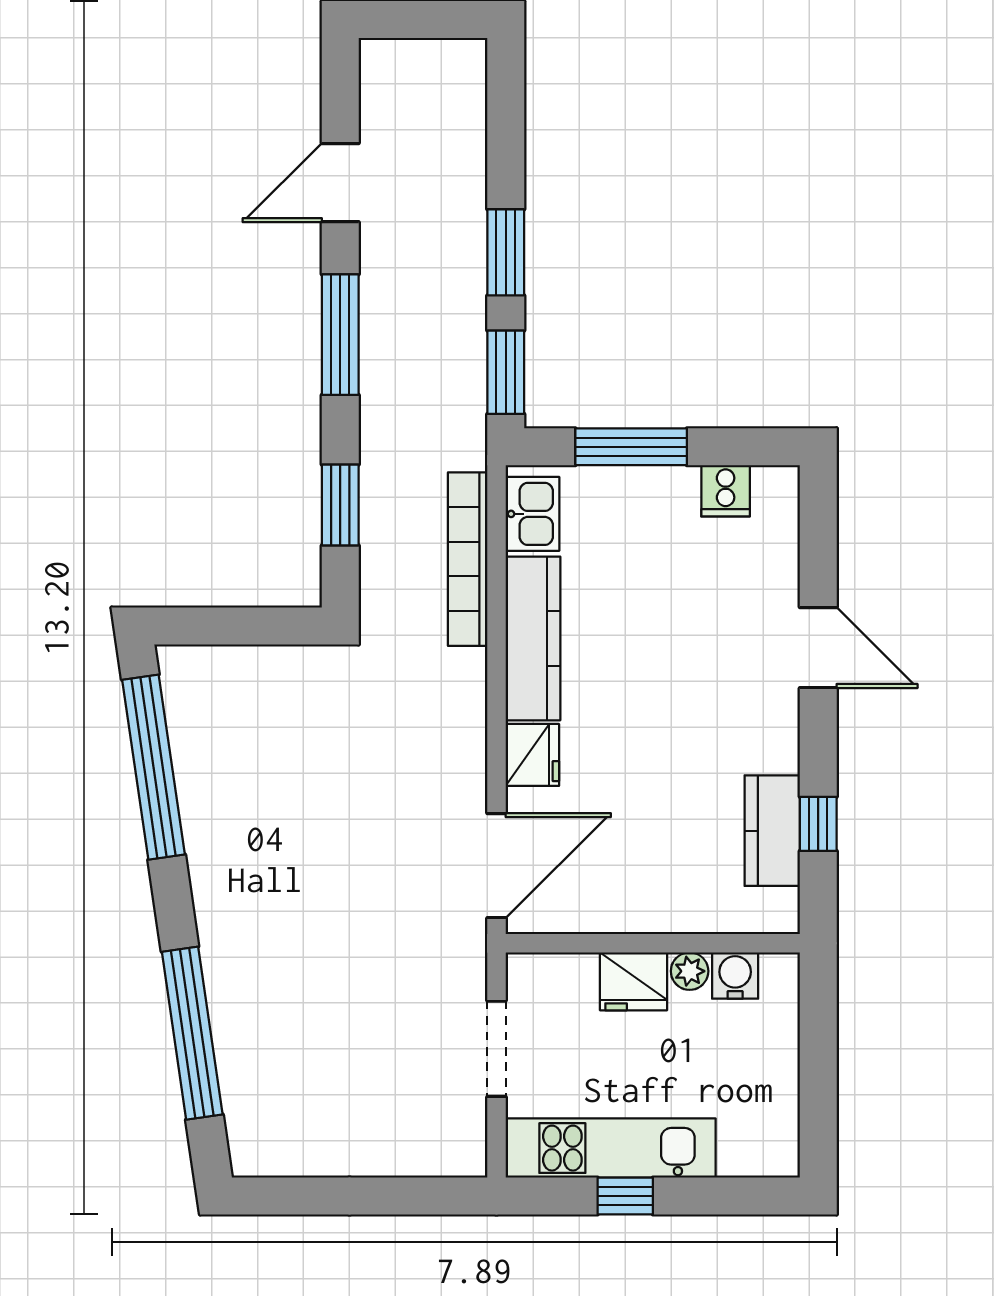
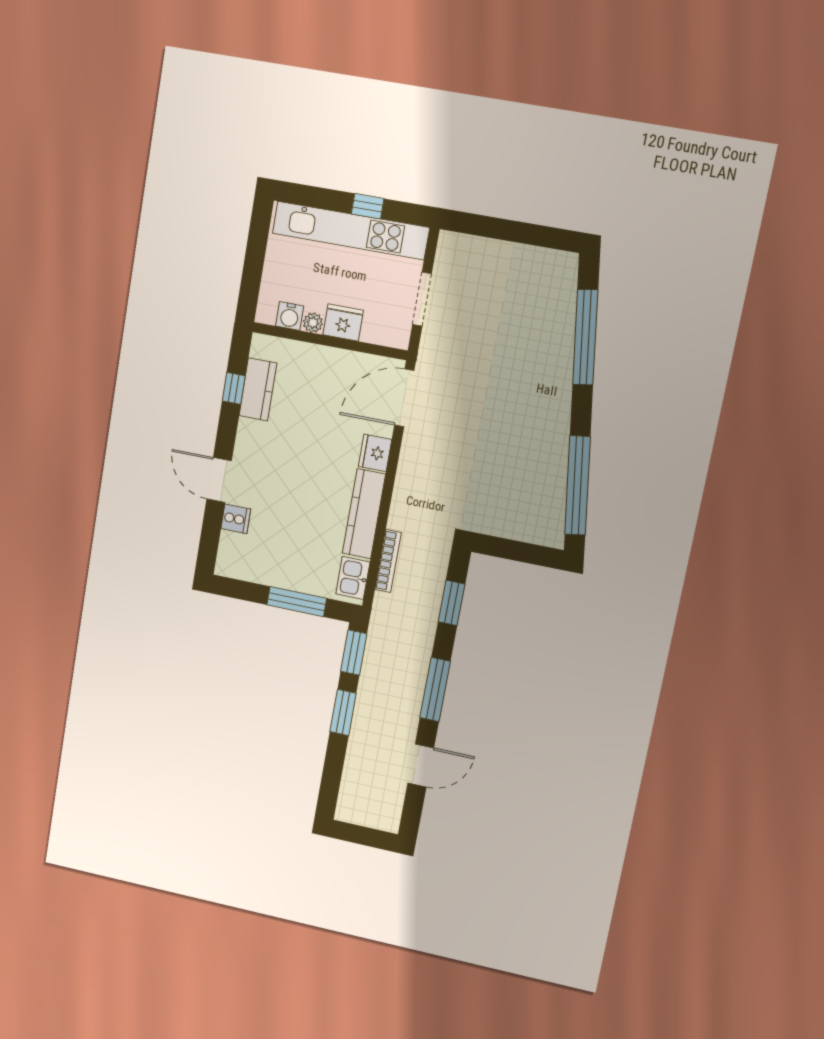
cooker: (726, 491) -> (236, 519), moved, turned 90
bookcase: (468, 559) -> (388, 561), width x0.68, depth x0.76
kitchen unit: (611, 1148) -> (351, 230), width x1.36

